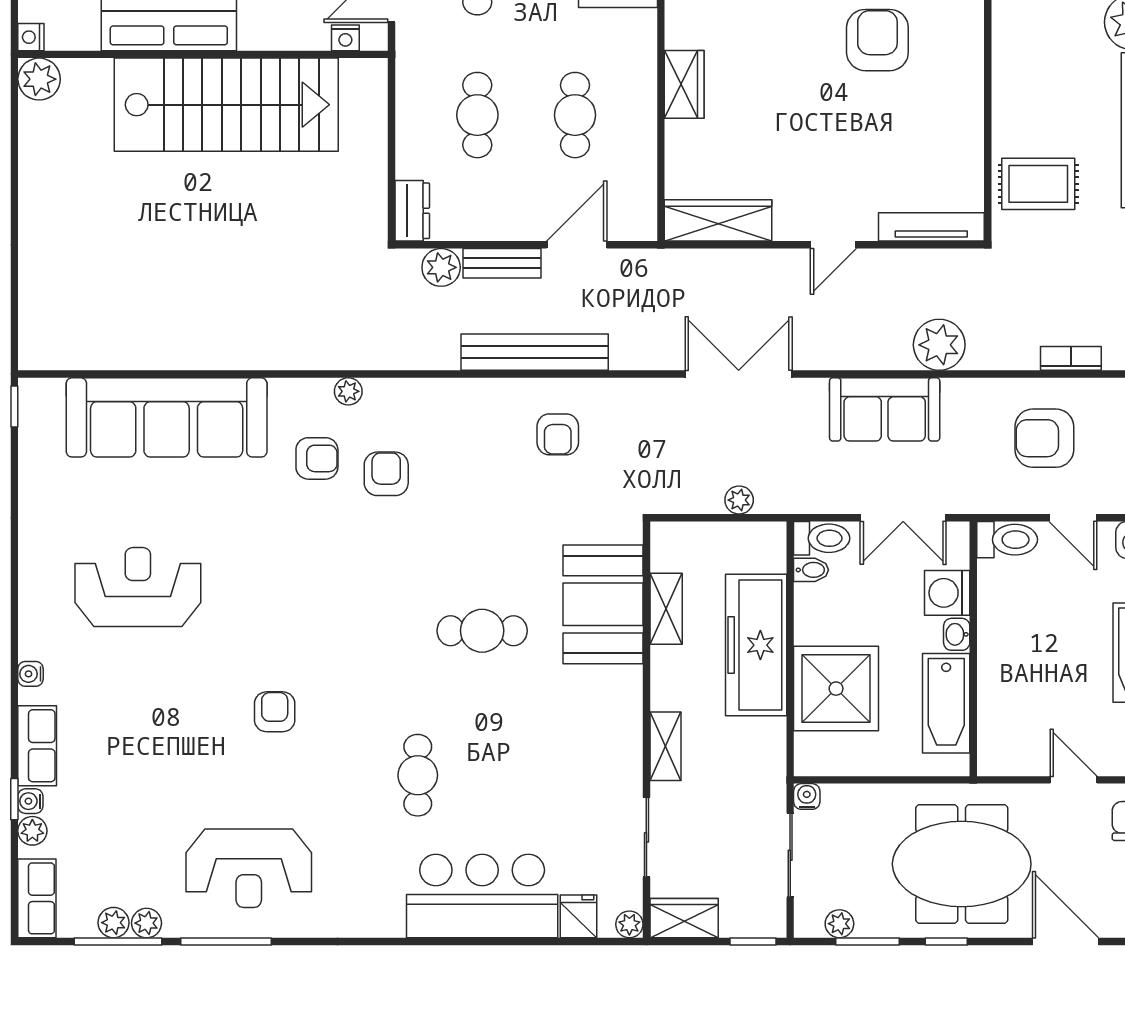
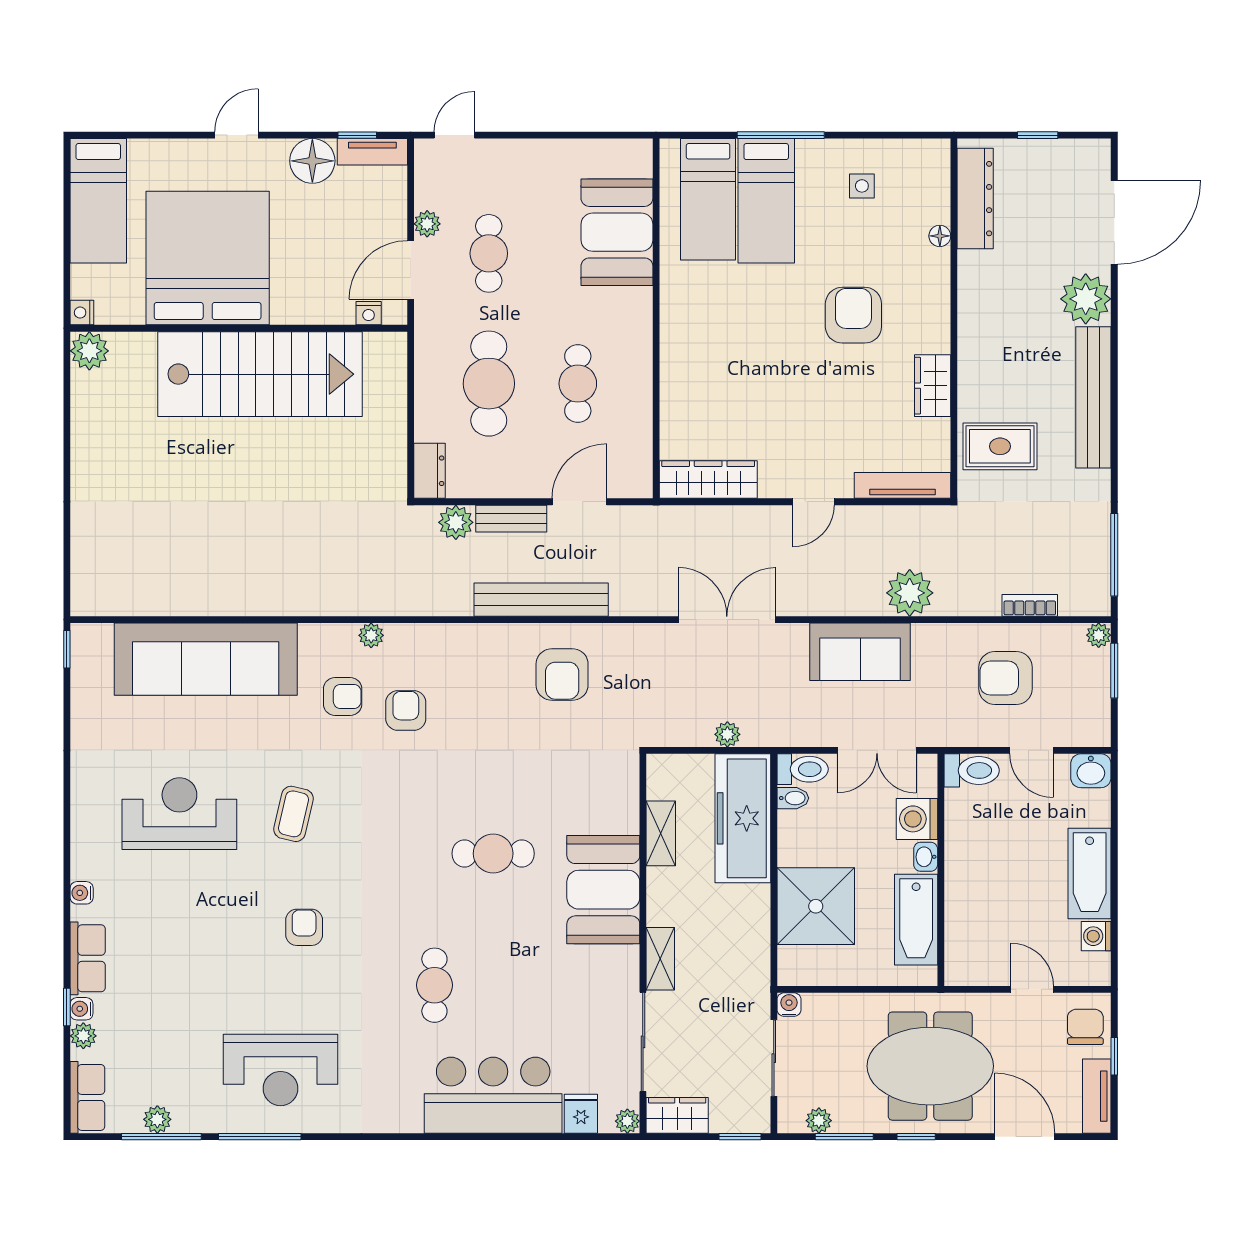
wardrobe: (684, 84) -> (933, 386), moved, turned 180
cafe table: (477, 115) -> (489, 384), width x1.37, depth x1.35
armchair: (558, 434) -> (562, 675), width x1.38, depth x1.38
coffee table: (263, 587) -> (293, 814), added
booth: (603, 604) -> (603, 890), moved
freezer: (756, 645) -> (743, 818), moved
sliding door: (646, 837) -> (643, 1042), width x1.37
plant: (147, 923) -> (187, 1120), removed

